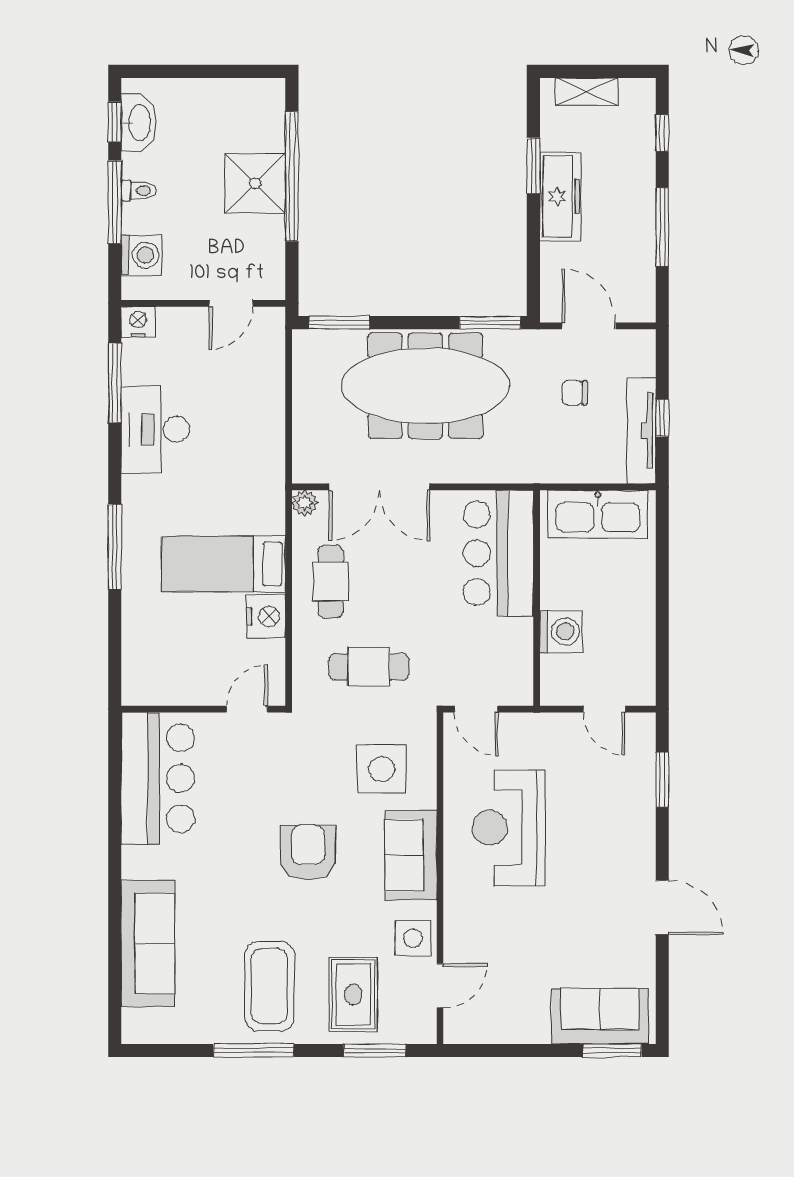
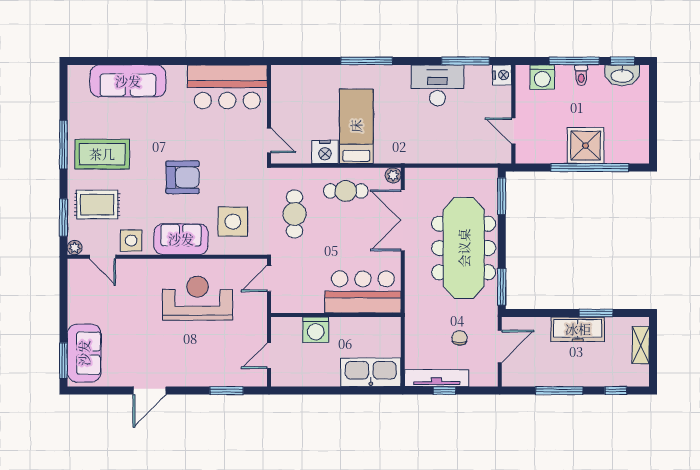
kitchen sink: (598, 514) -> (371, 372), moved, turned 90
plant: (425, 1032) -> (75, 248), added

